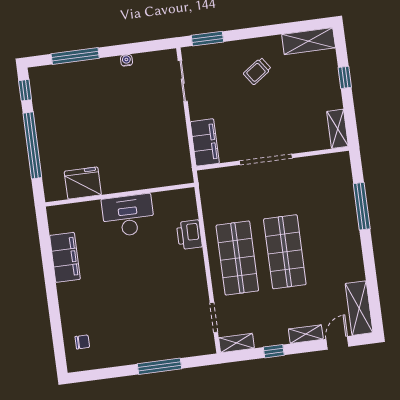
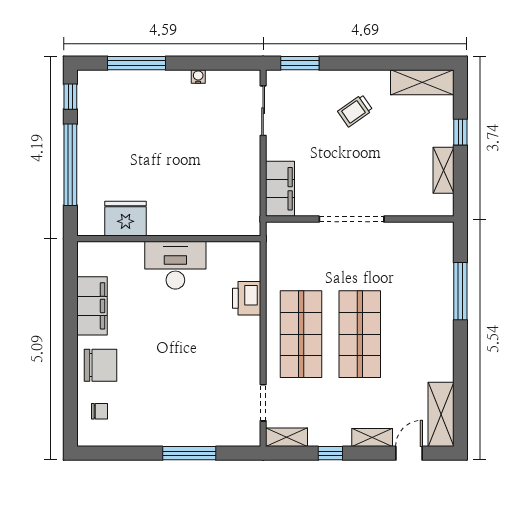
shelving: (338, 129) -> (443, 170), moved
chair: (78, 304) -> (101, 365), added

